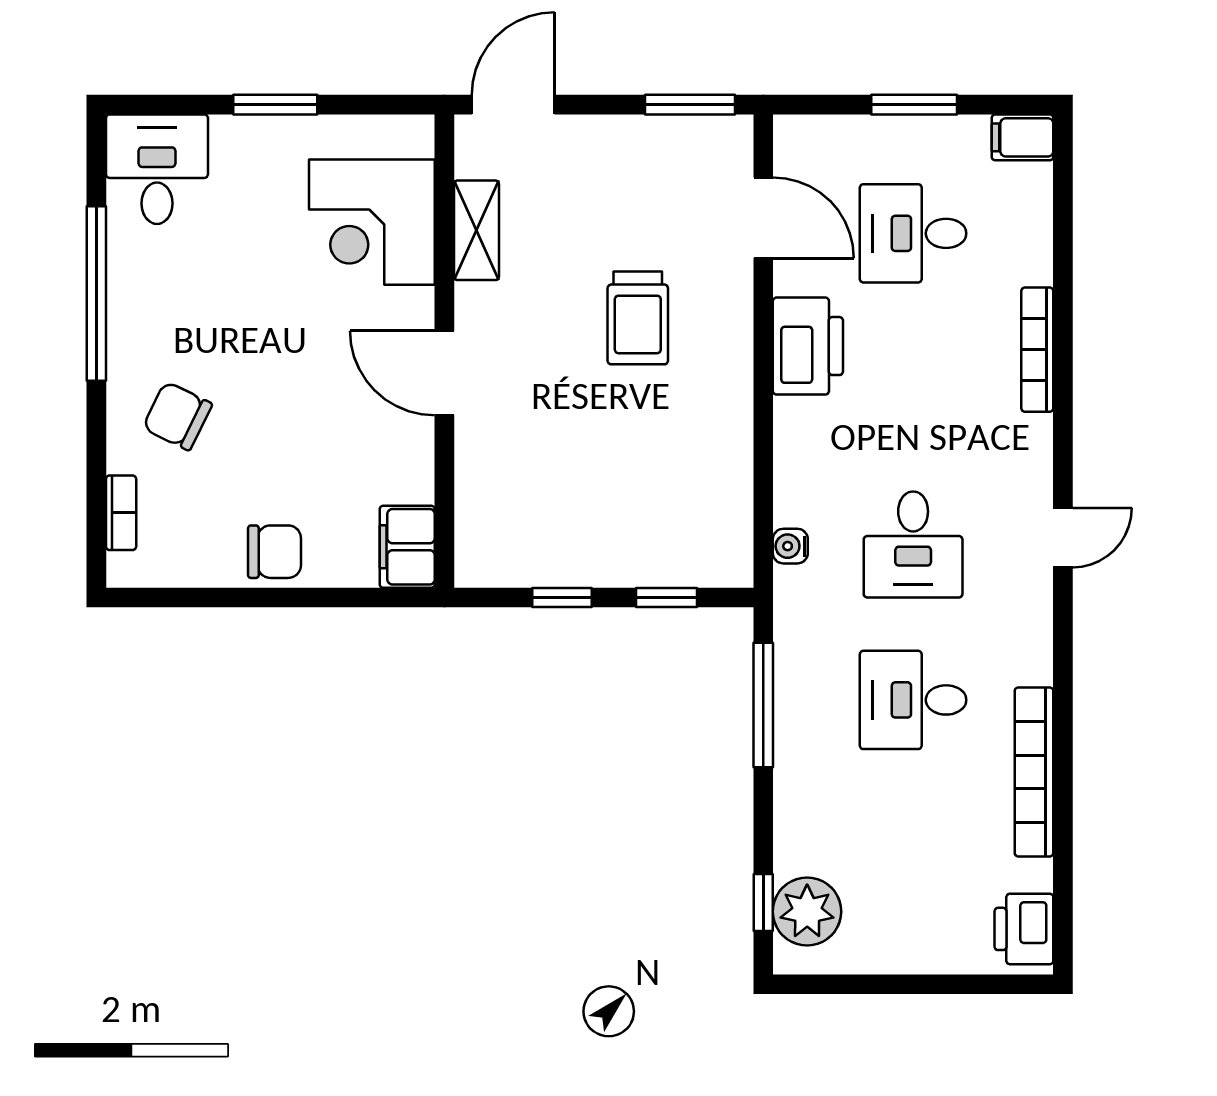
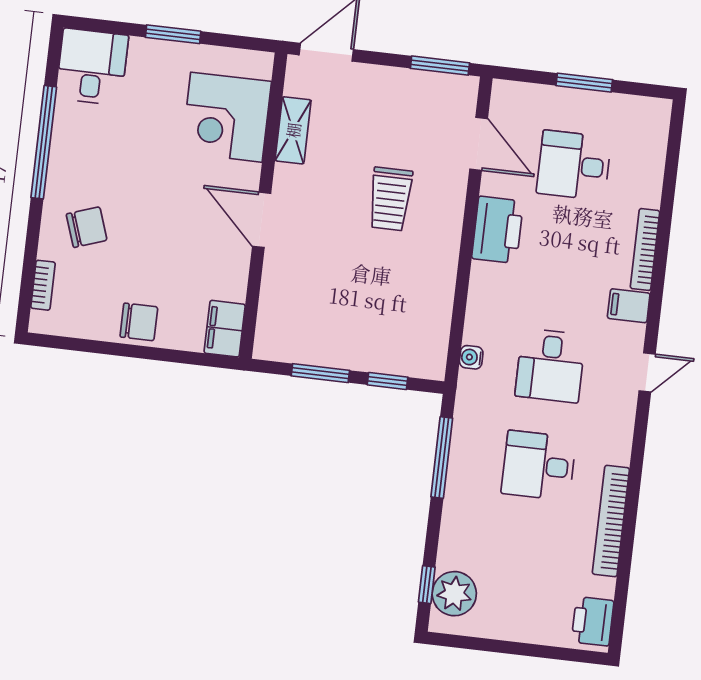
filing cabinet: (1023, 137) -> (629, 306), moved
chair: (177, 416) -> (87, 227), turned 135
window: (562, 598) -> (320, 373), width x1.50

